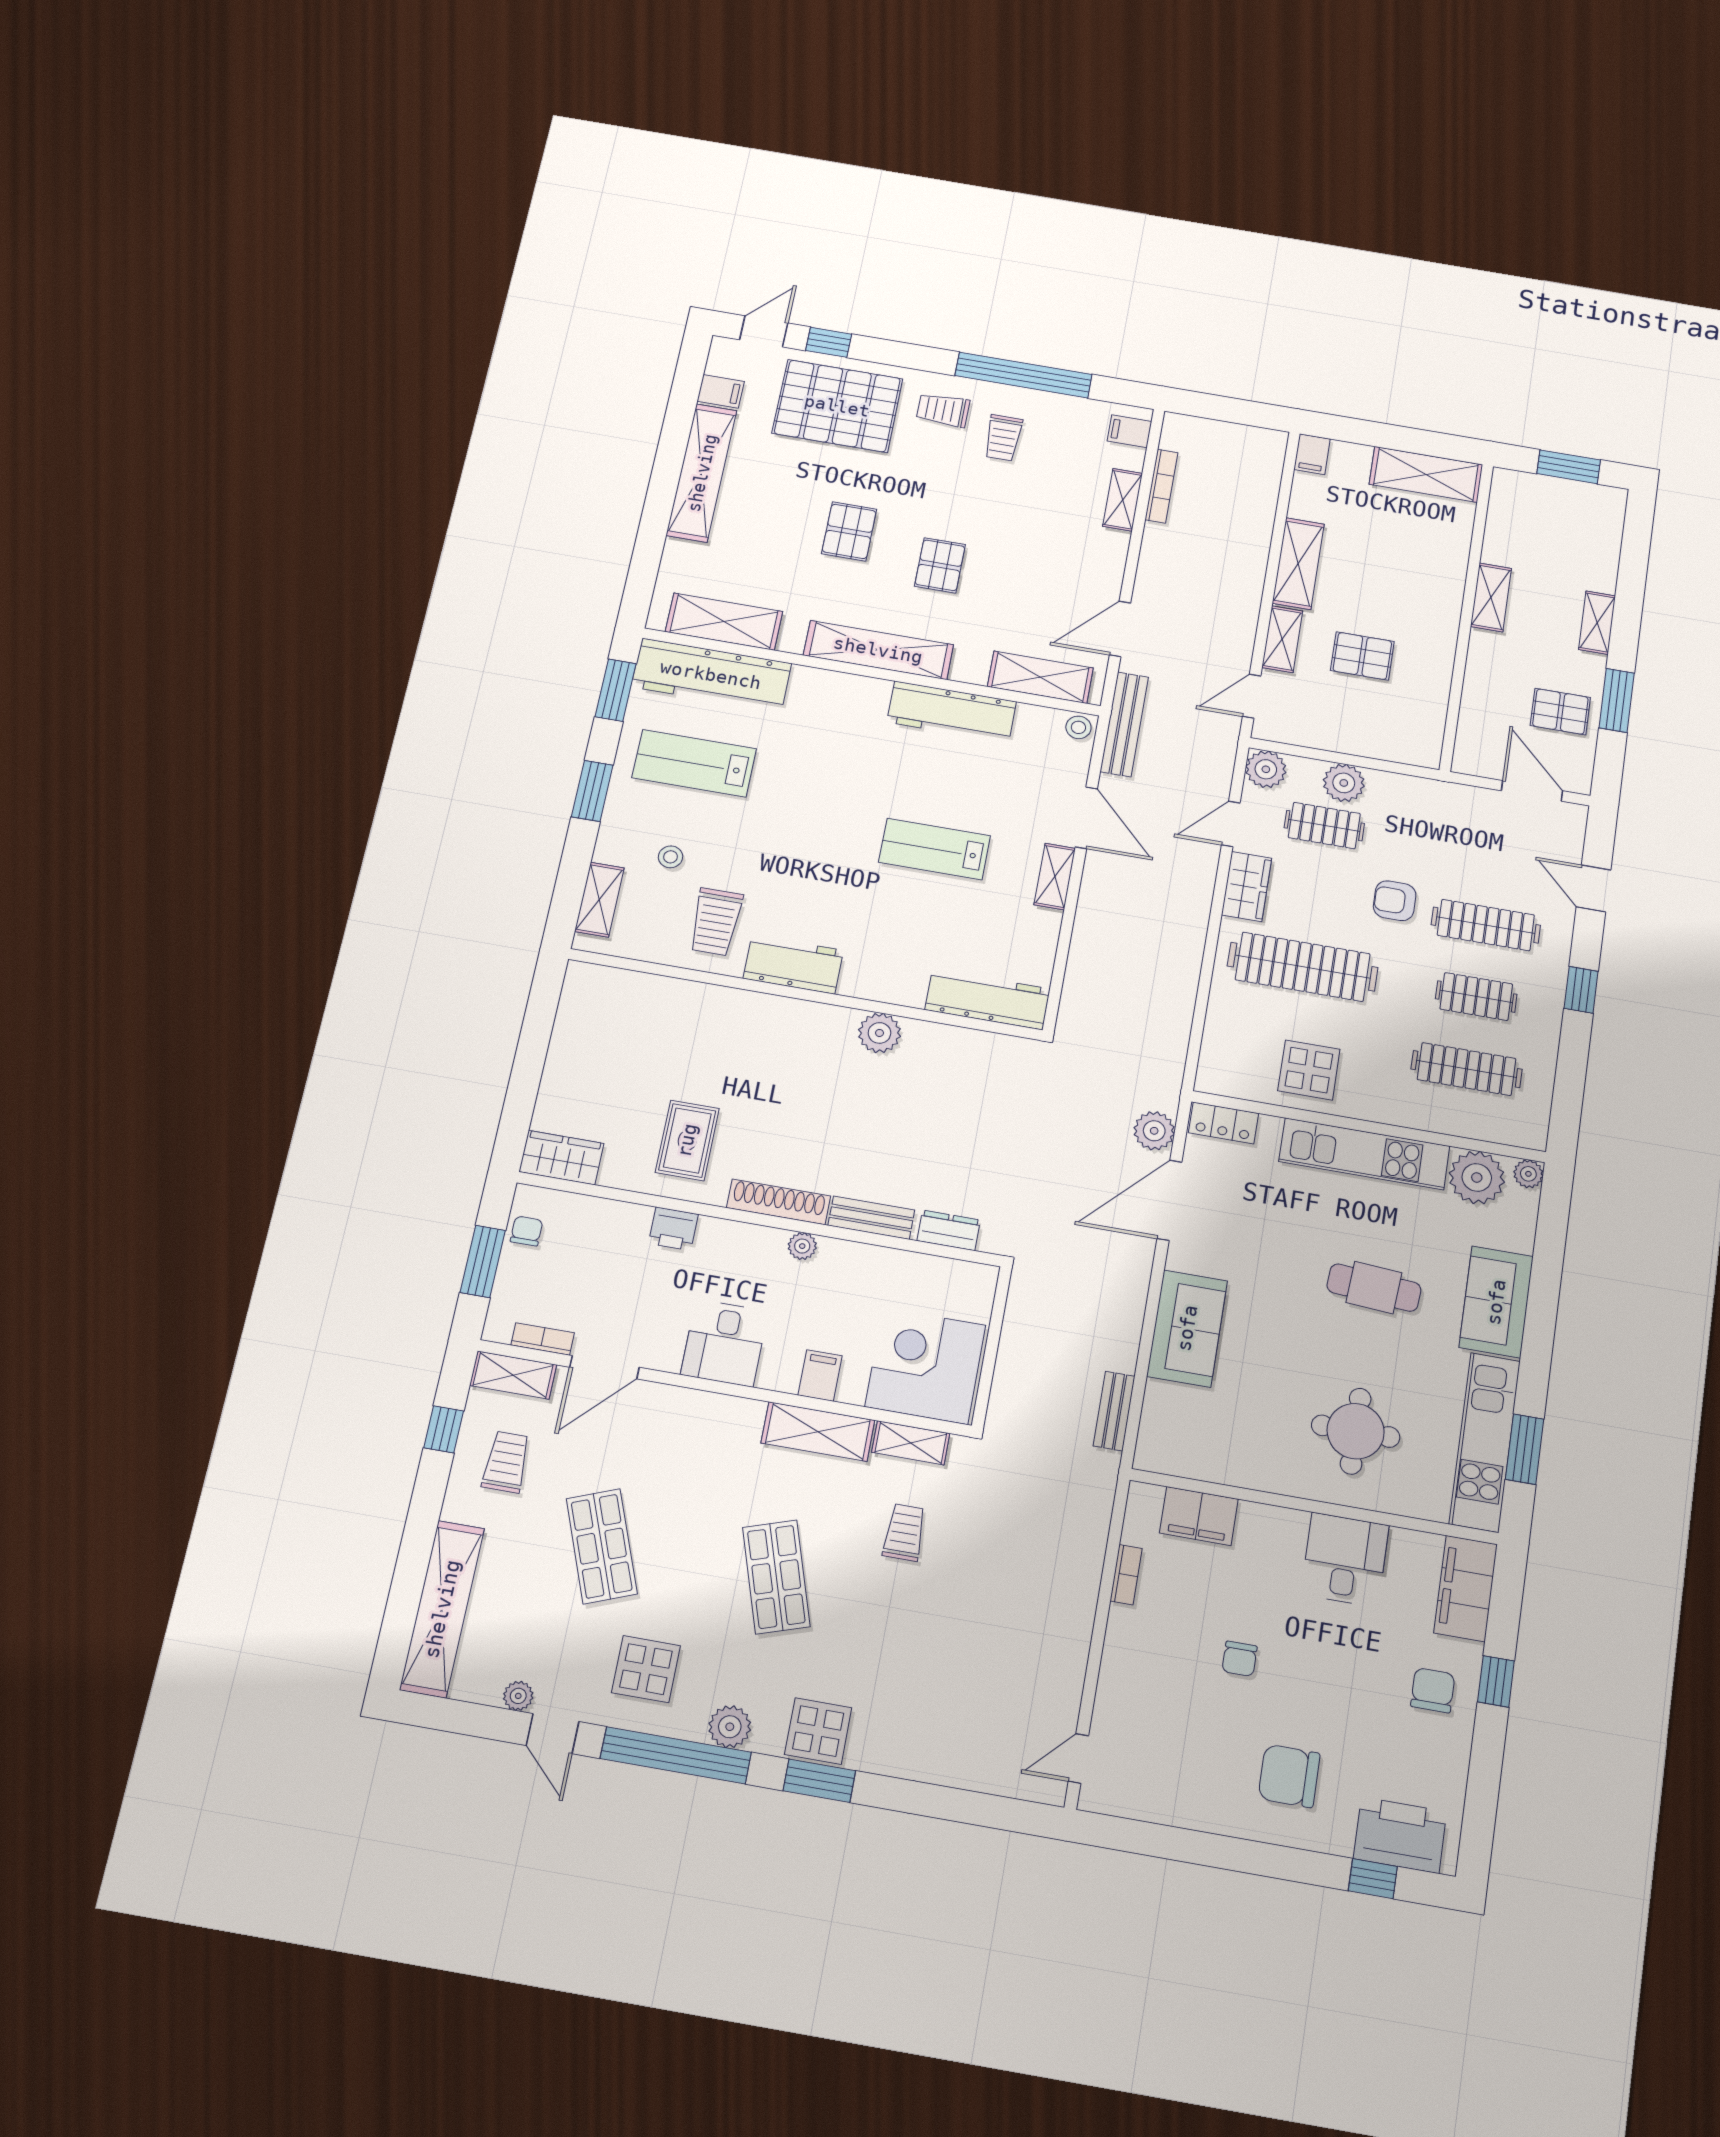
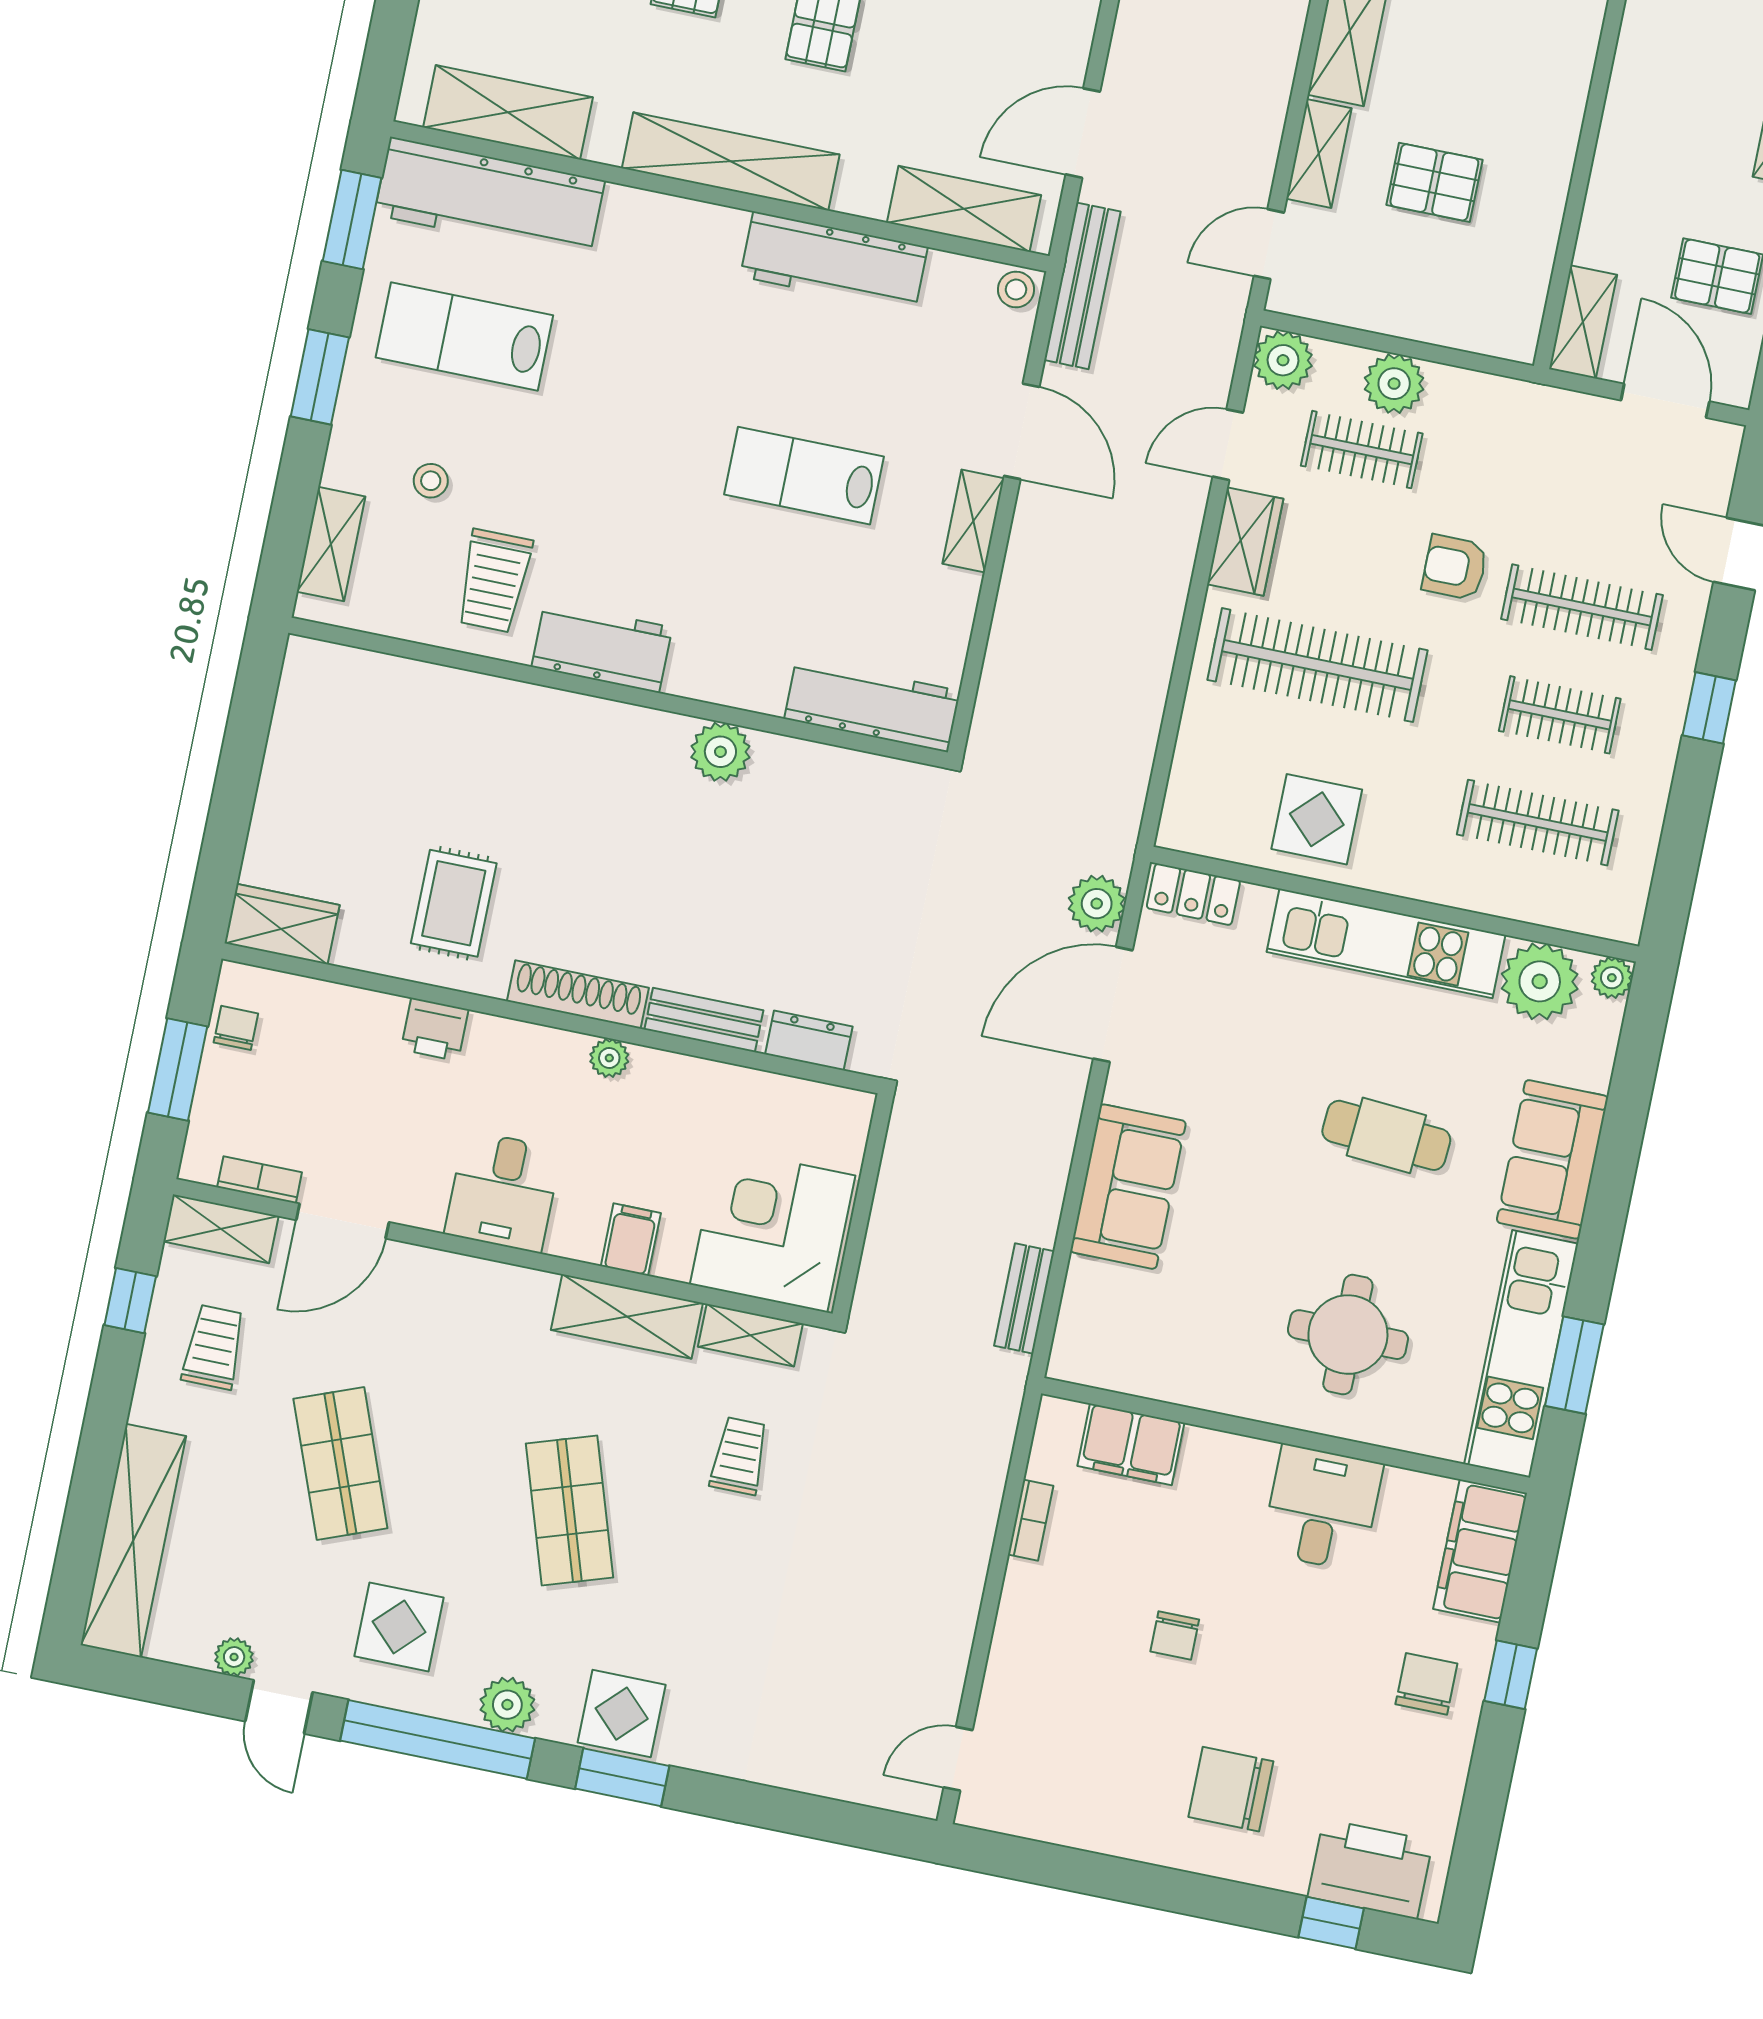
shelving: (1491, 597) -> (1583, 322), moved

